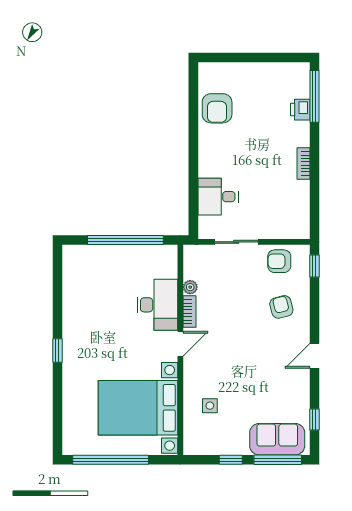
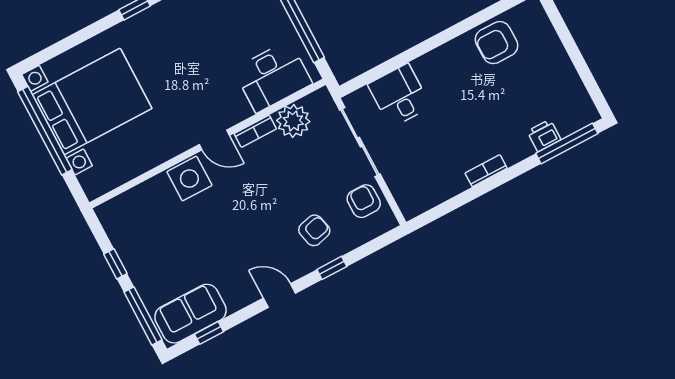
sliding door: (236, 242) -> (360, 142), width x1.37
window: (314, 266) -> (332, 268), moved
plant: (190, 287) -> (293, 121), width x1.88, depth x1.88
desk: (157, 305) -> (273, 77), moved
side table: (210, 406) -> (189, 179), moved, width x1.87, depth x1.87
bed with nightstands: (138, 408) -> (92, 102), moved, turned 90
sofa: (277, 439) -> (190, 314), moved, turned -90

